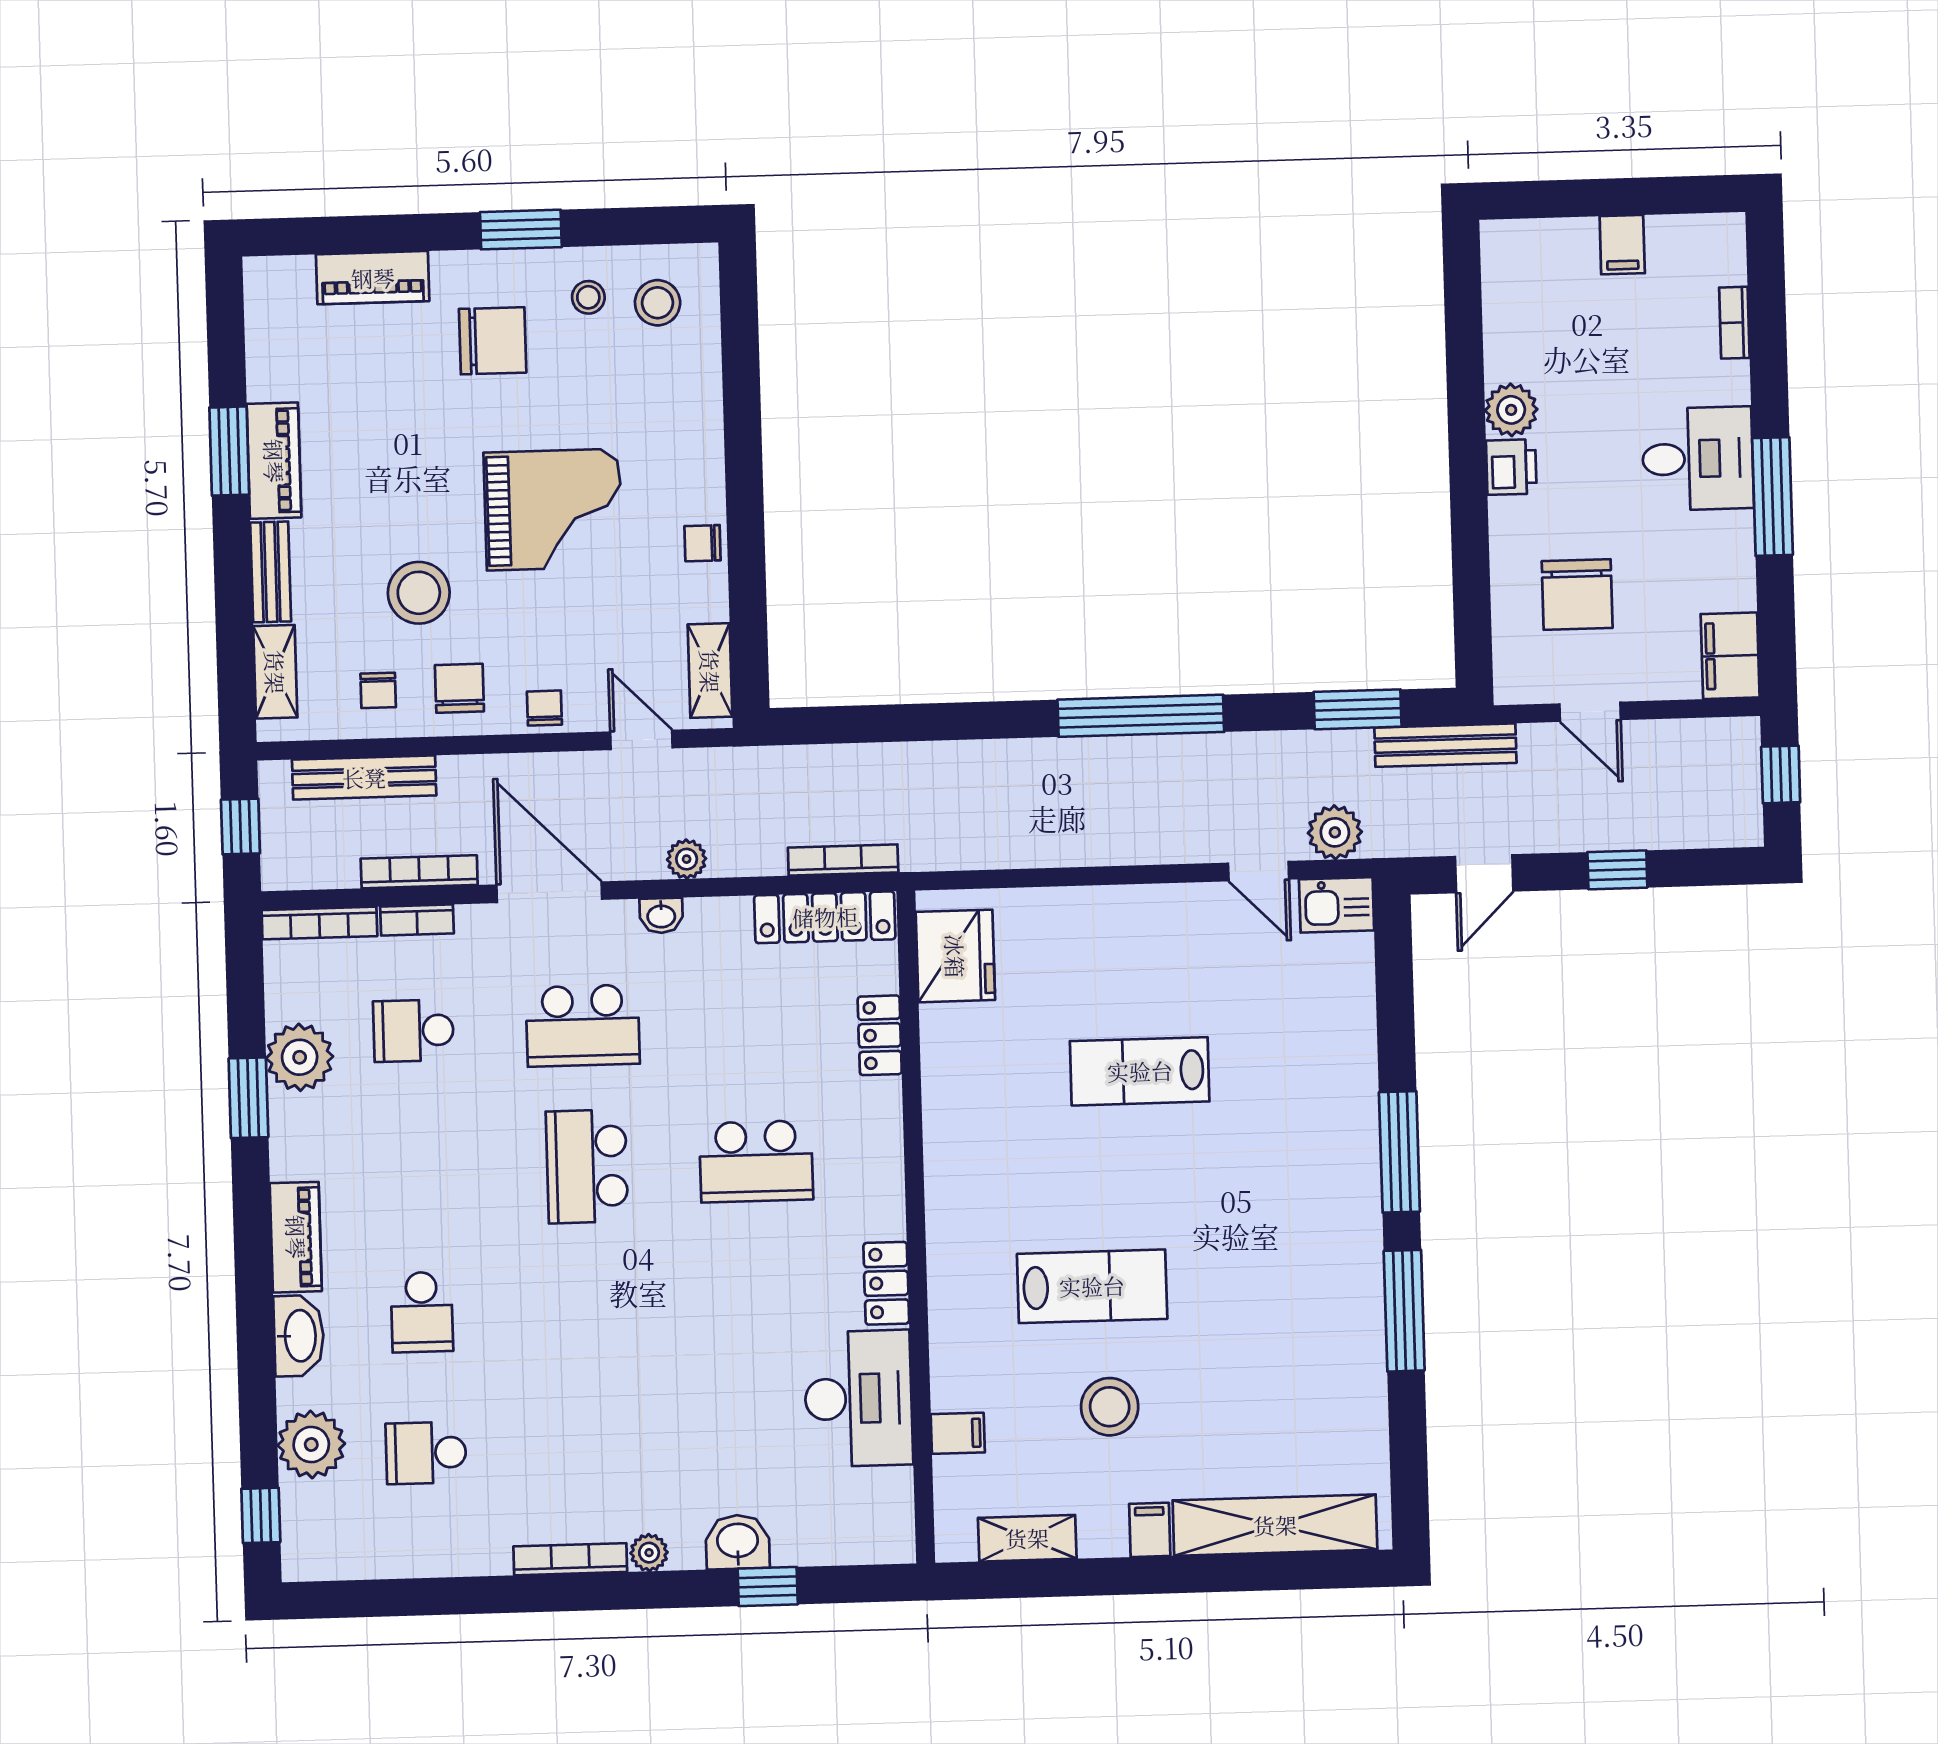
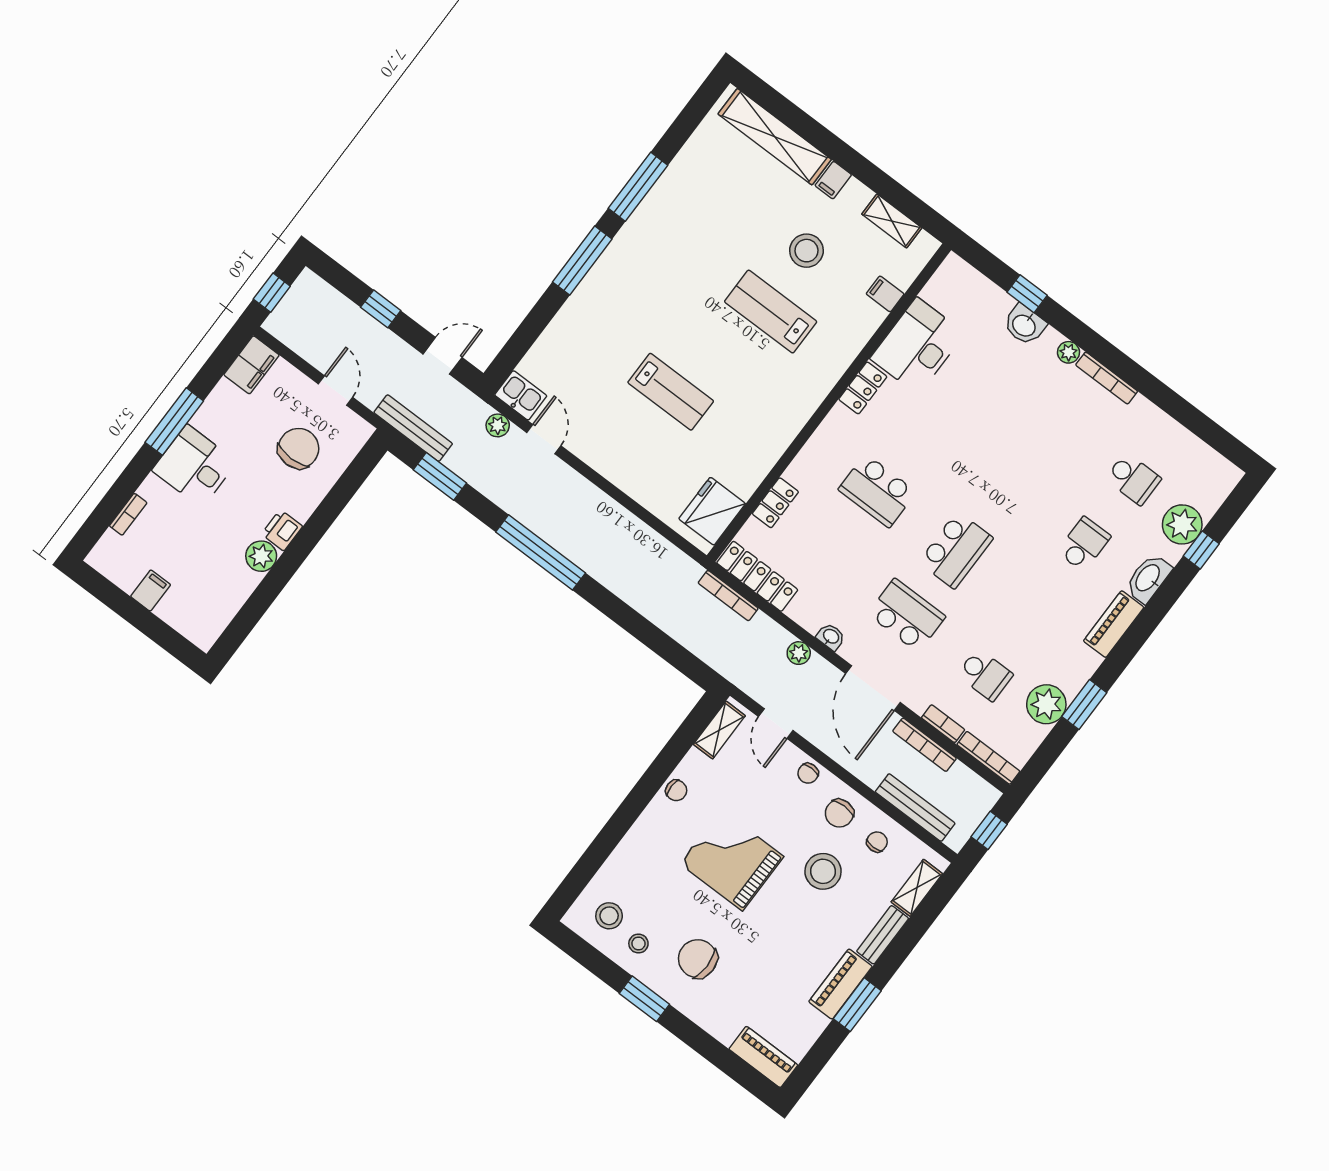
piano: (373, 278) -> (763, 1057), moved
plant: (1335, 832) -> (498, 425), width x0.73, depth x0.73
school desk: (756, 1161) -> (877, 491), turned 180
window: (261, 1515) -> (1201, 550), moved

